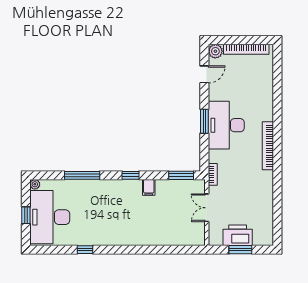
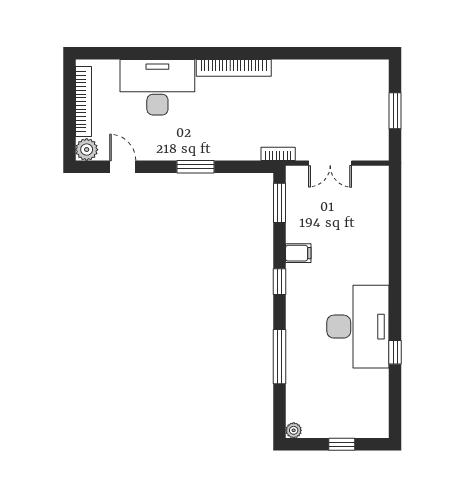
desk: (226, 125) -> (157, 87), moved, turned 180
desk: (50, 217) -> (358, 327), moved, turned -90
printer: (238, 235) -> (373, 115), removed

